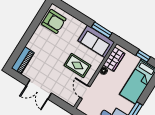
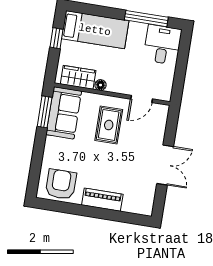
piano: (23, 60) -> (102, 200), moved

